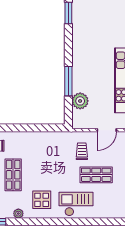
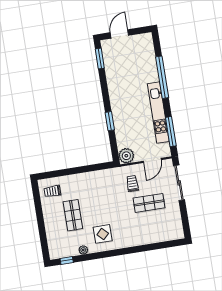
window: (68, 81) -> (110, 121), width x0.69
plant: (80, 101) -> (126, 156), moved
checkout: (76, 204) -> (135, 233), removed

